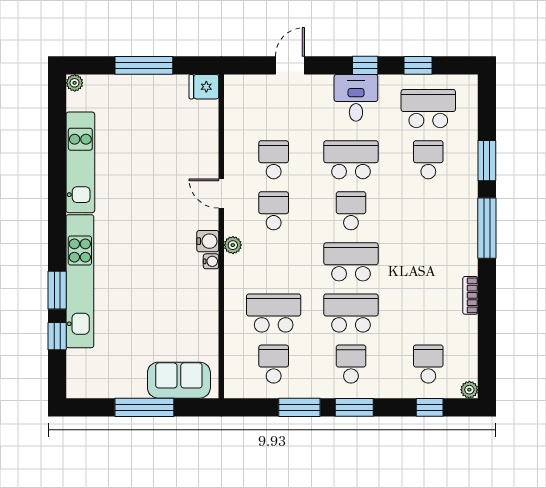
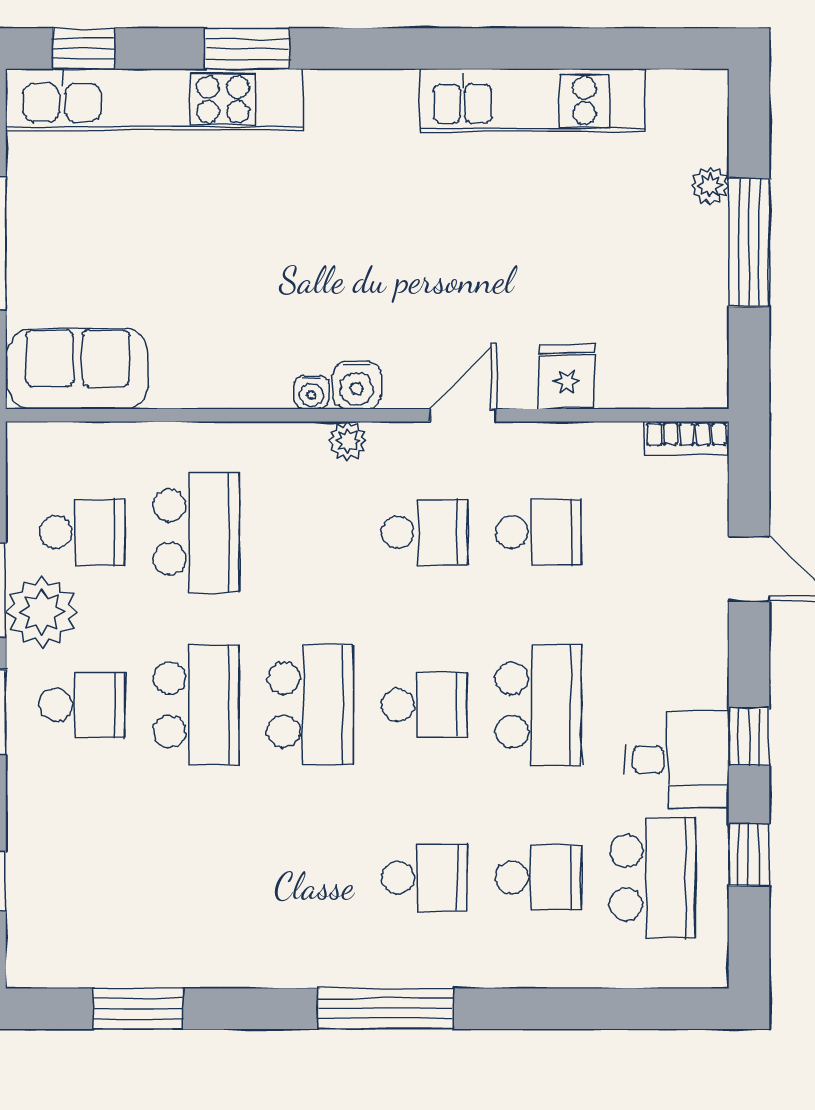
plant: (75, 83) -> (710, 186), moved
fridge: (204, 87) -> (567, 376), moved
desk: (356, 98) -> (677, 760), moved
window: (487, 161) -> (138, 1009), moved
kitchen unit: (80, 281) -> (154, 99), moved
bookcase: (470, 295) -> (687, 438), moved, turned 180
window: (57, 336) -> (84, 49), moved
school desk: (428, 364) -> (424, 878), moved
sofa: (179, 380) -> (78, 369), moved, turned -90
plant: (469, 390) -> (42, 612), moved, width x1.88, depth x1.88

